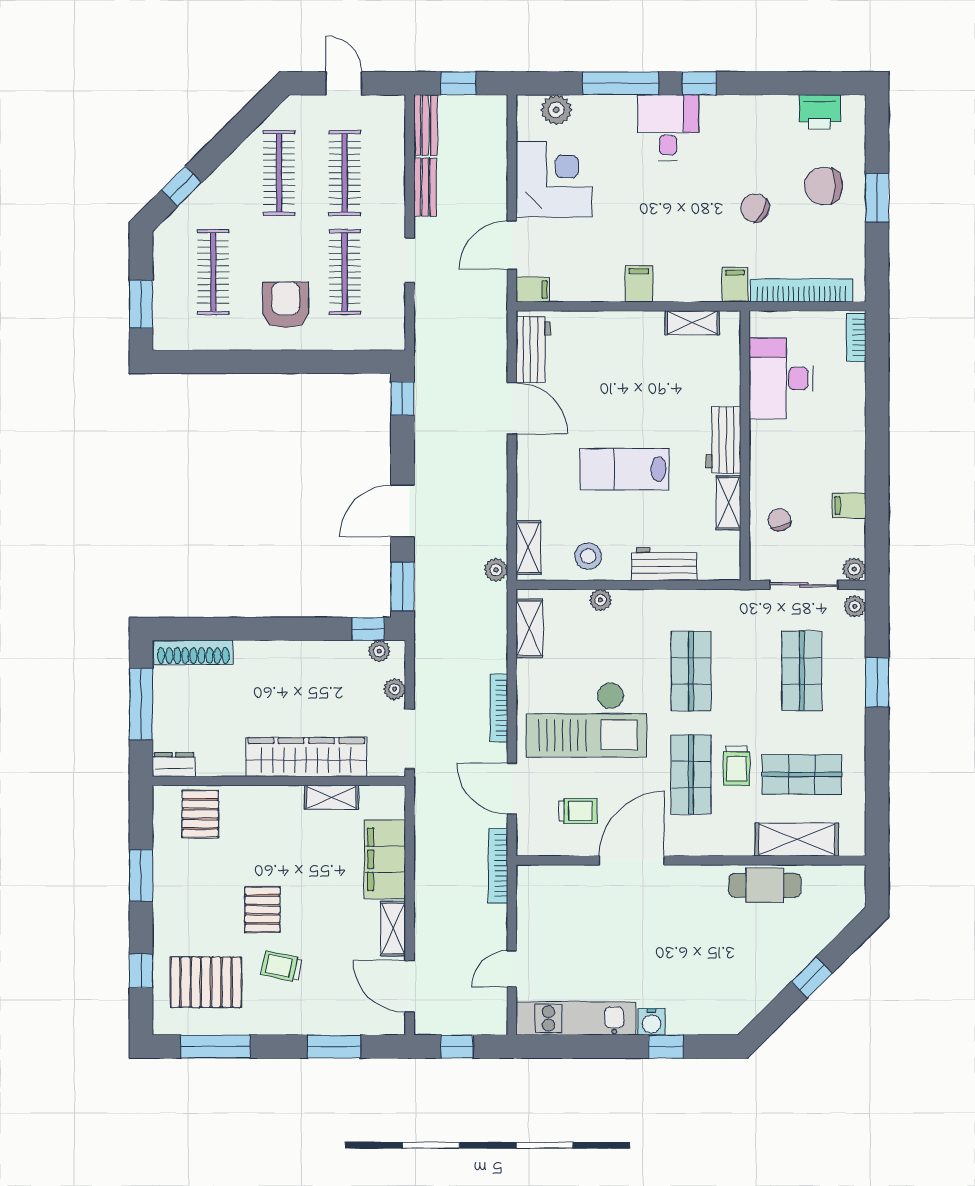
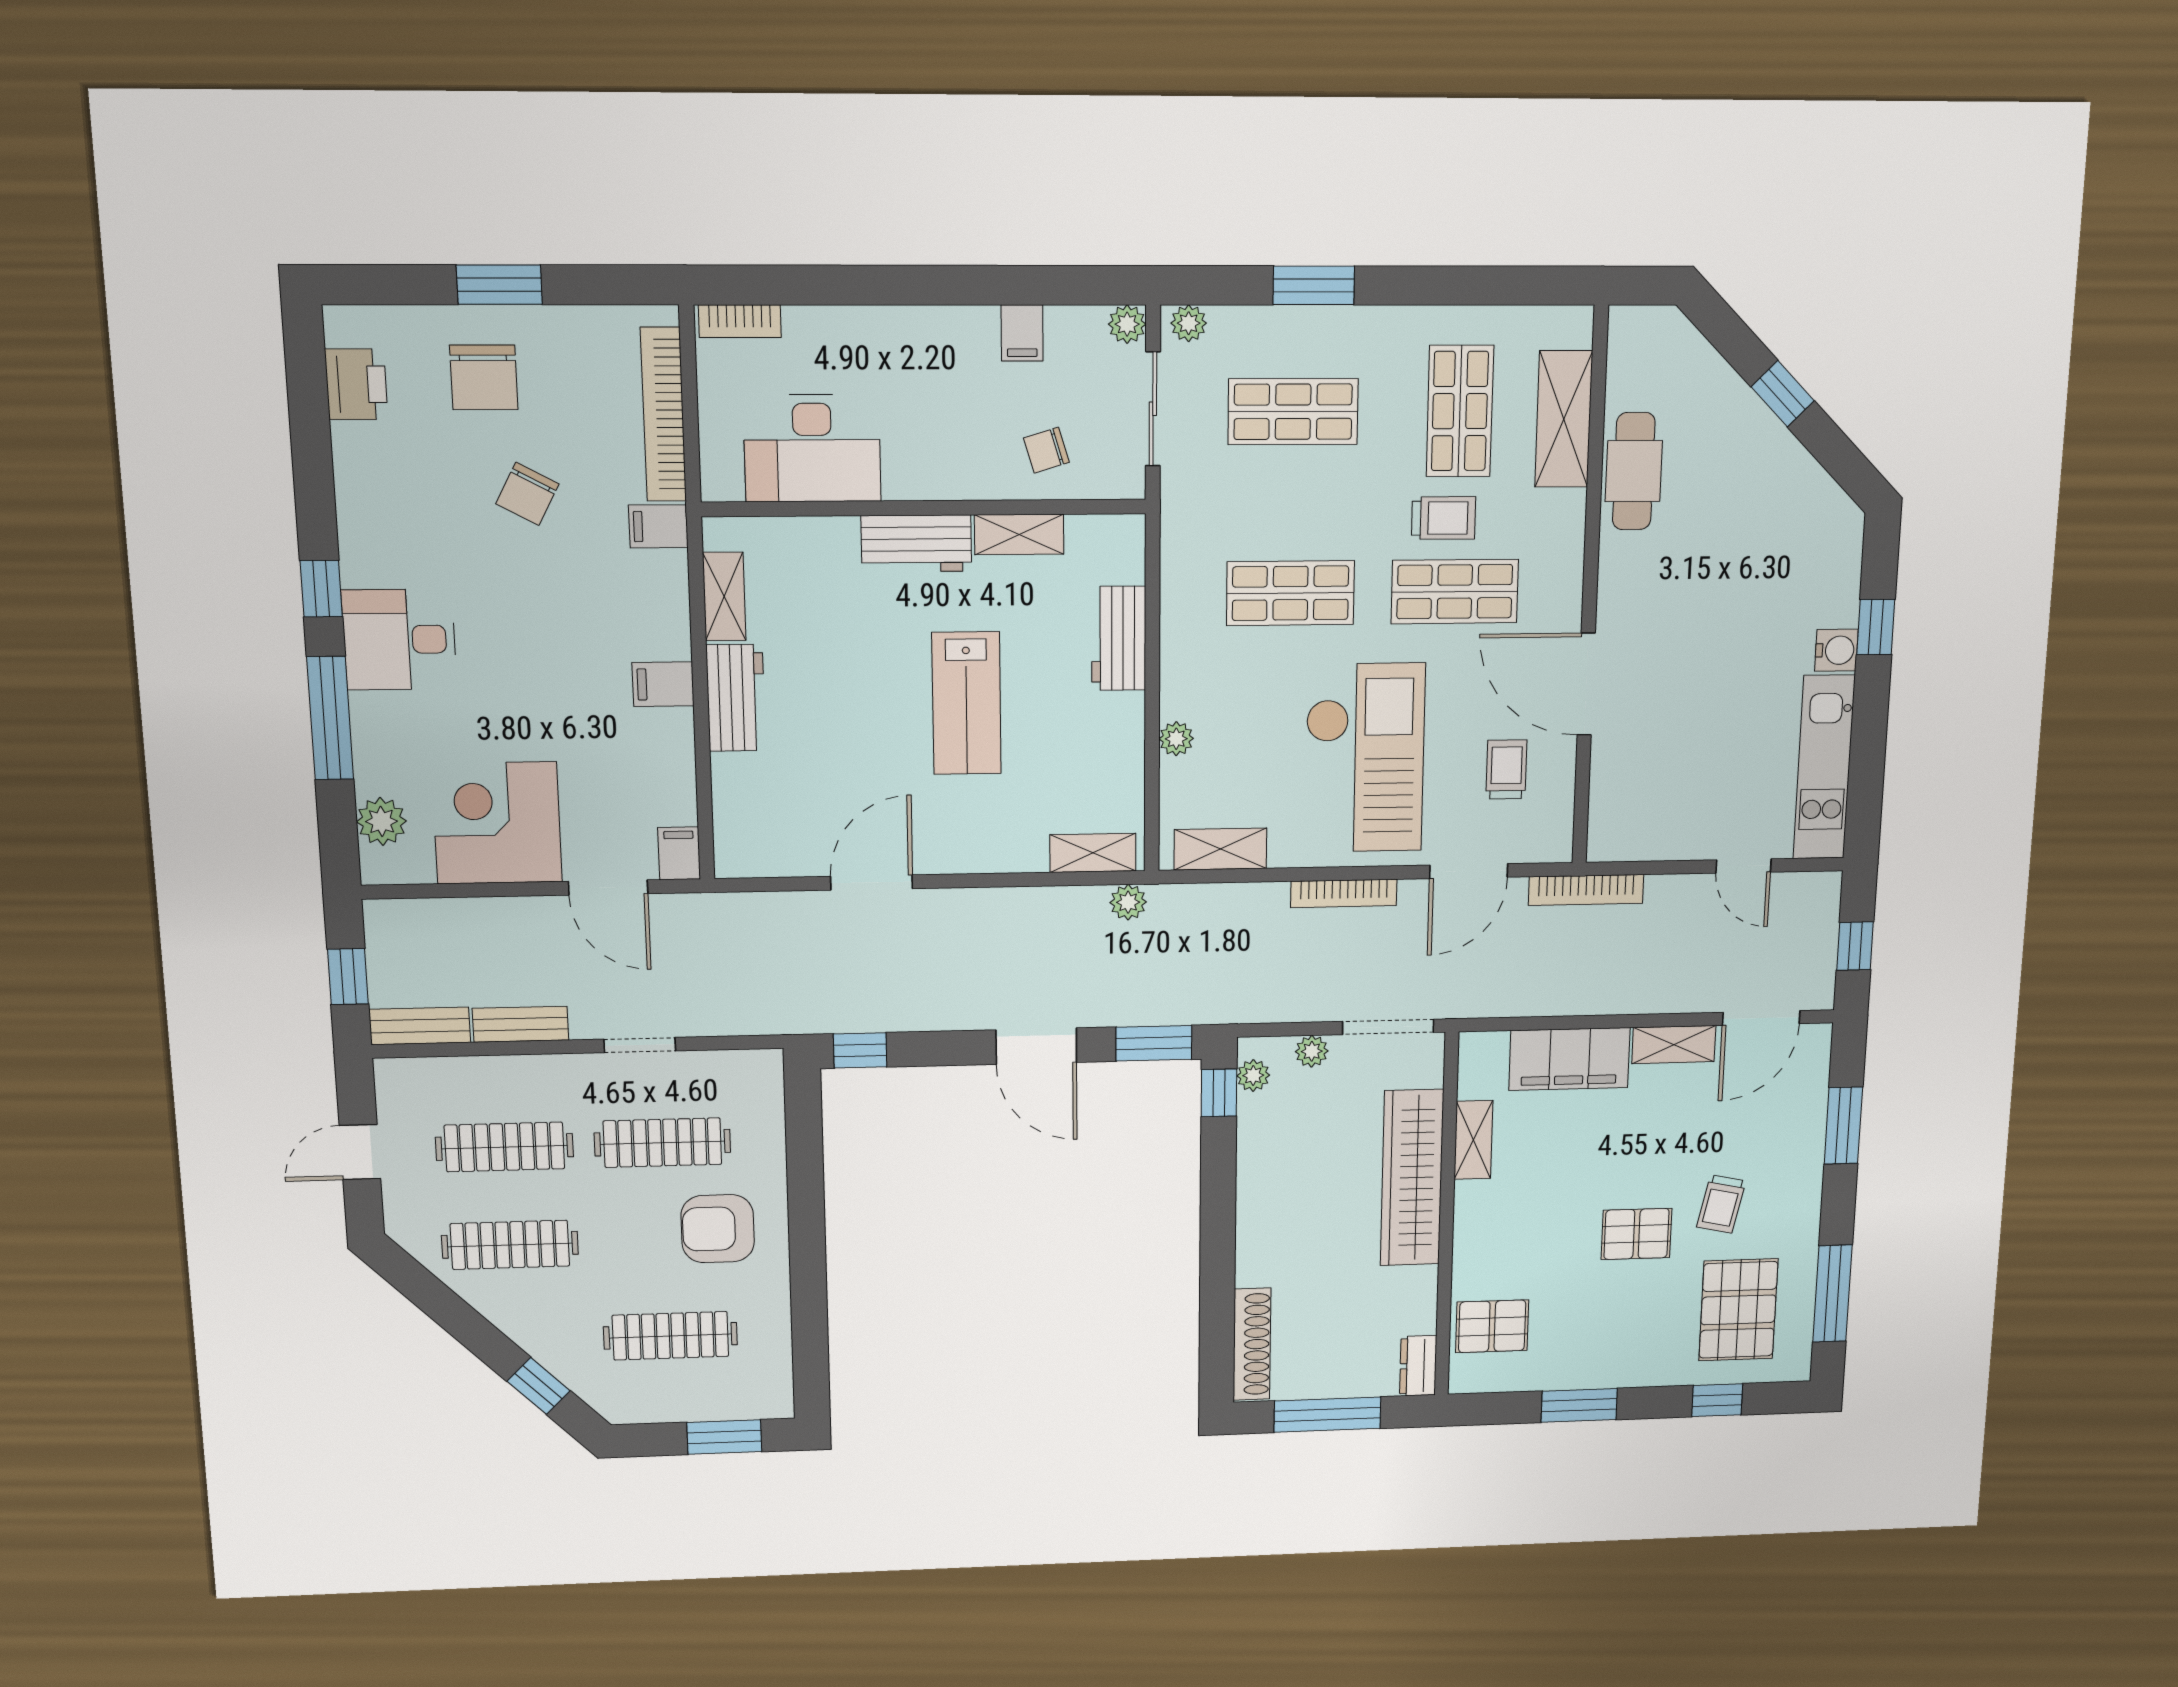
workbench: (533, 349) -> (736, 698), moved, turned 90
stool: (588, 556) -> (1106, 759), removed

